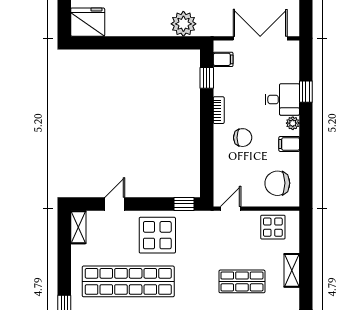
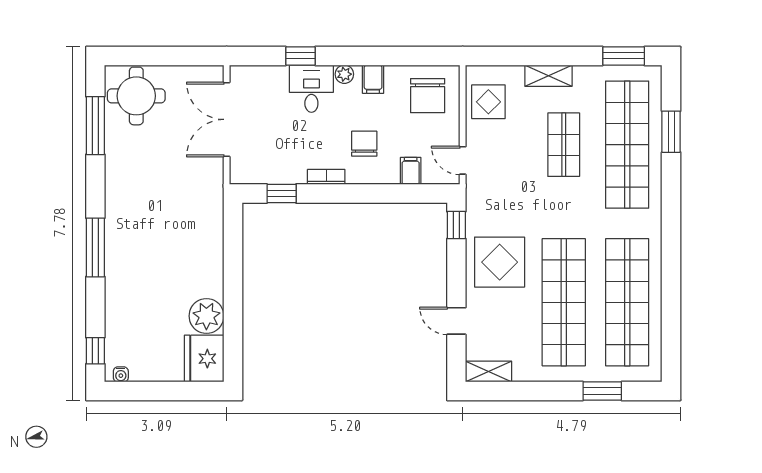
plant: (183, 24) -> (206, 316), moved
filing cabinet: (223, 59) -> (411, 171), moved

